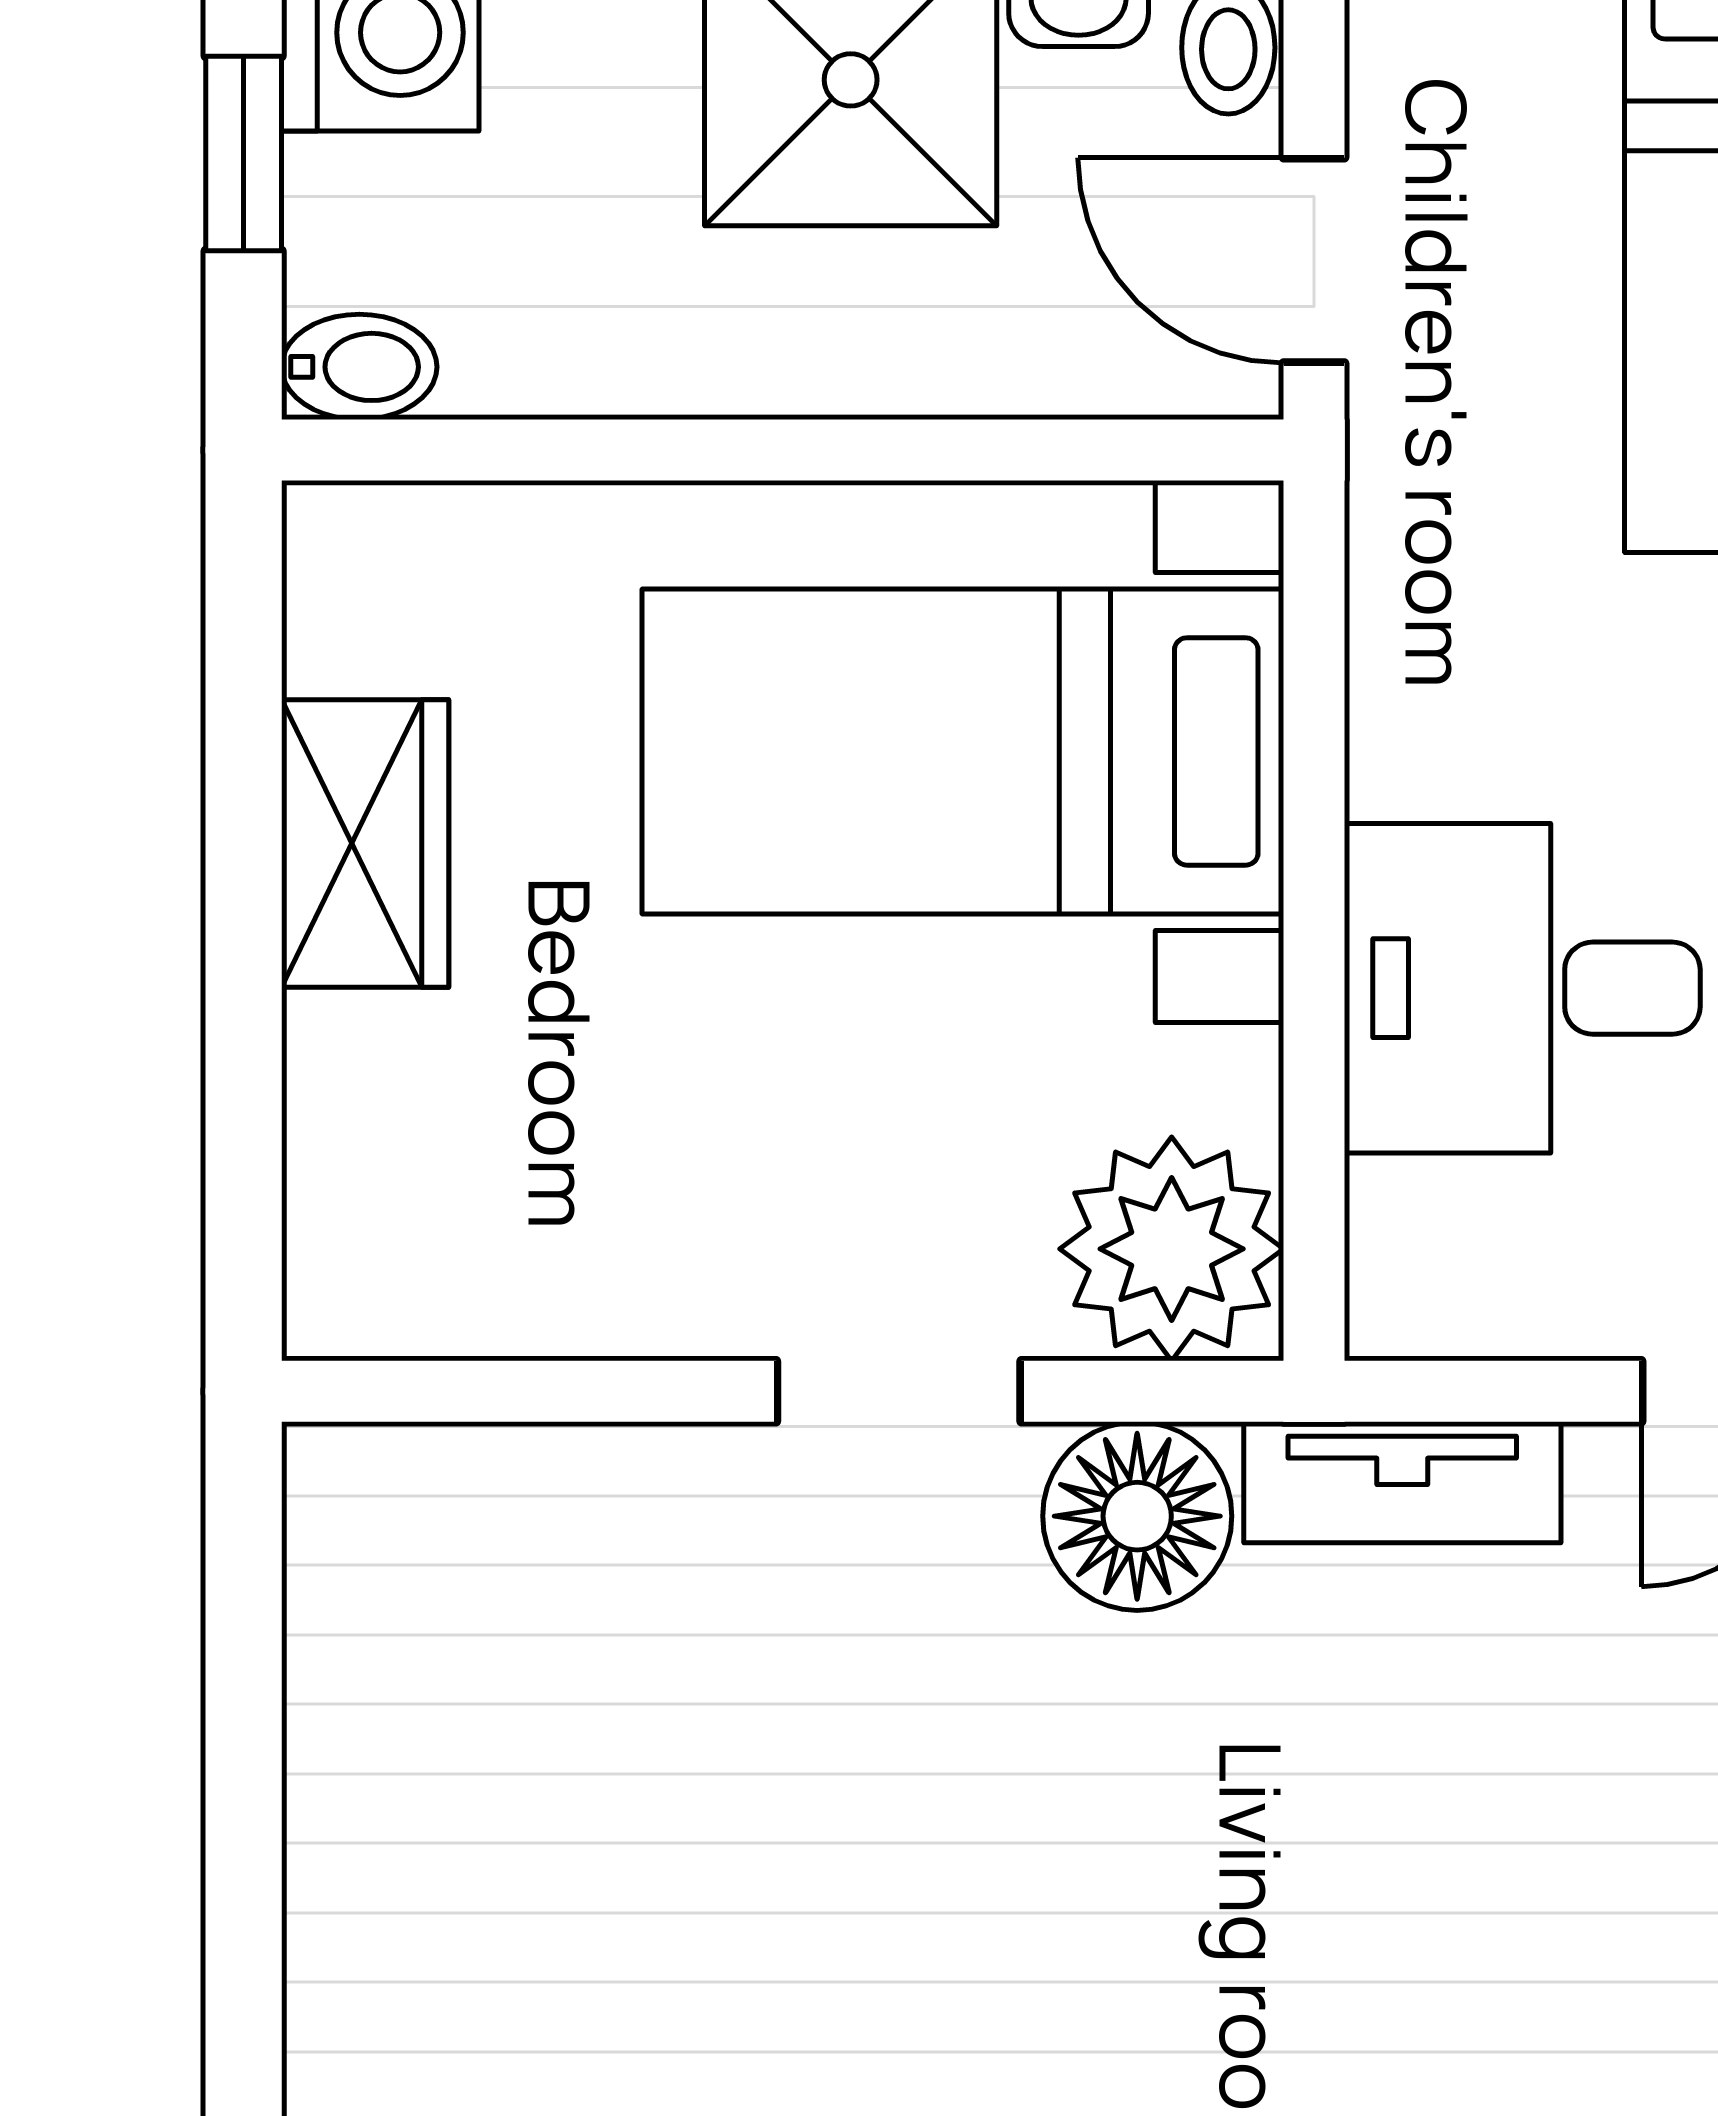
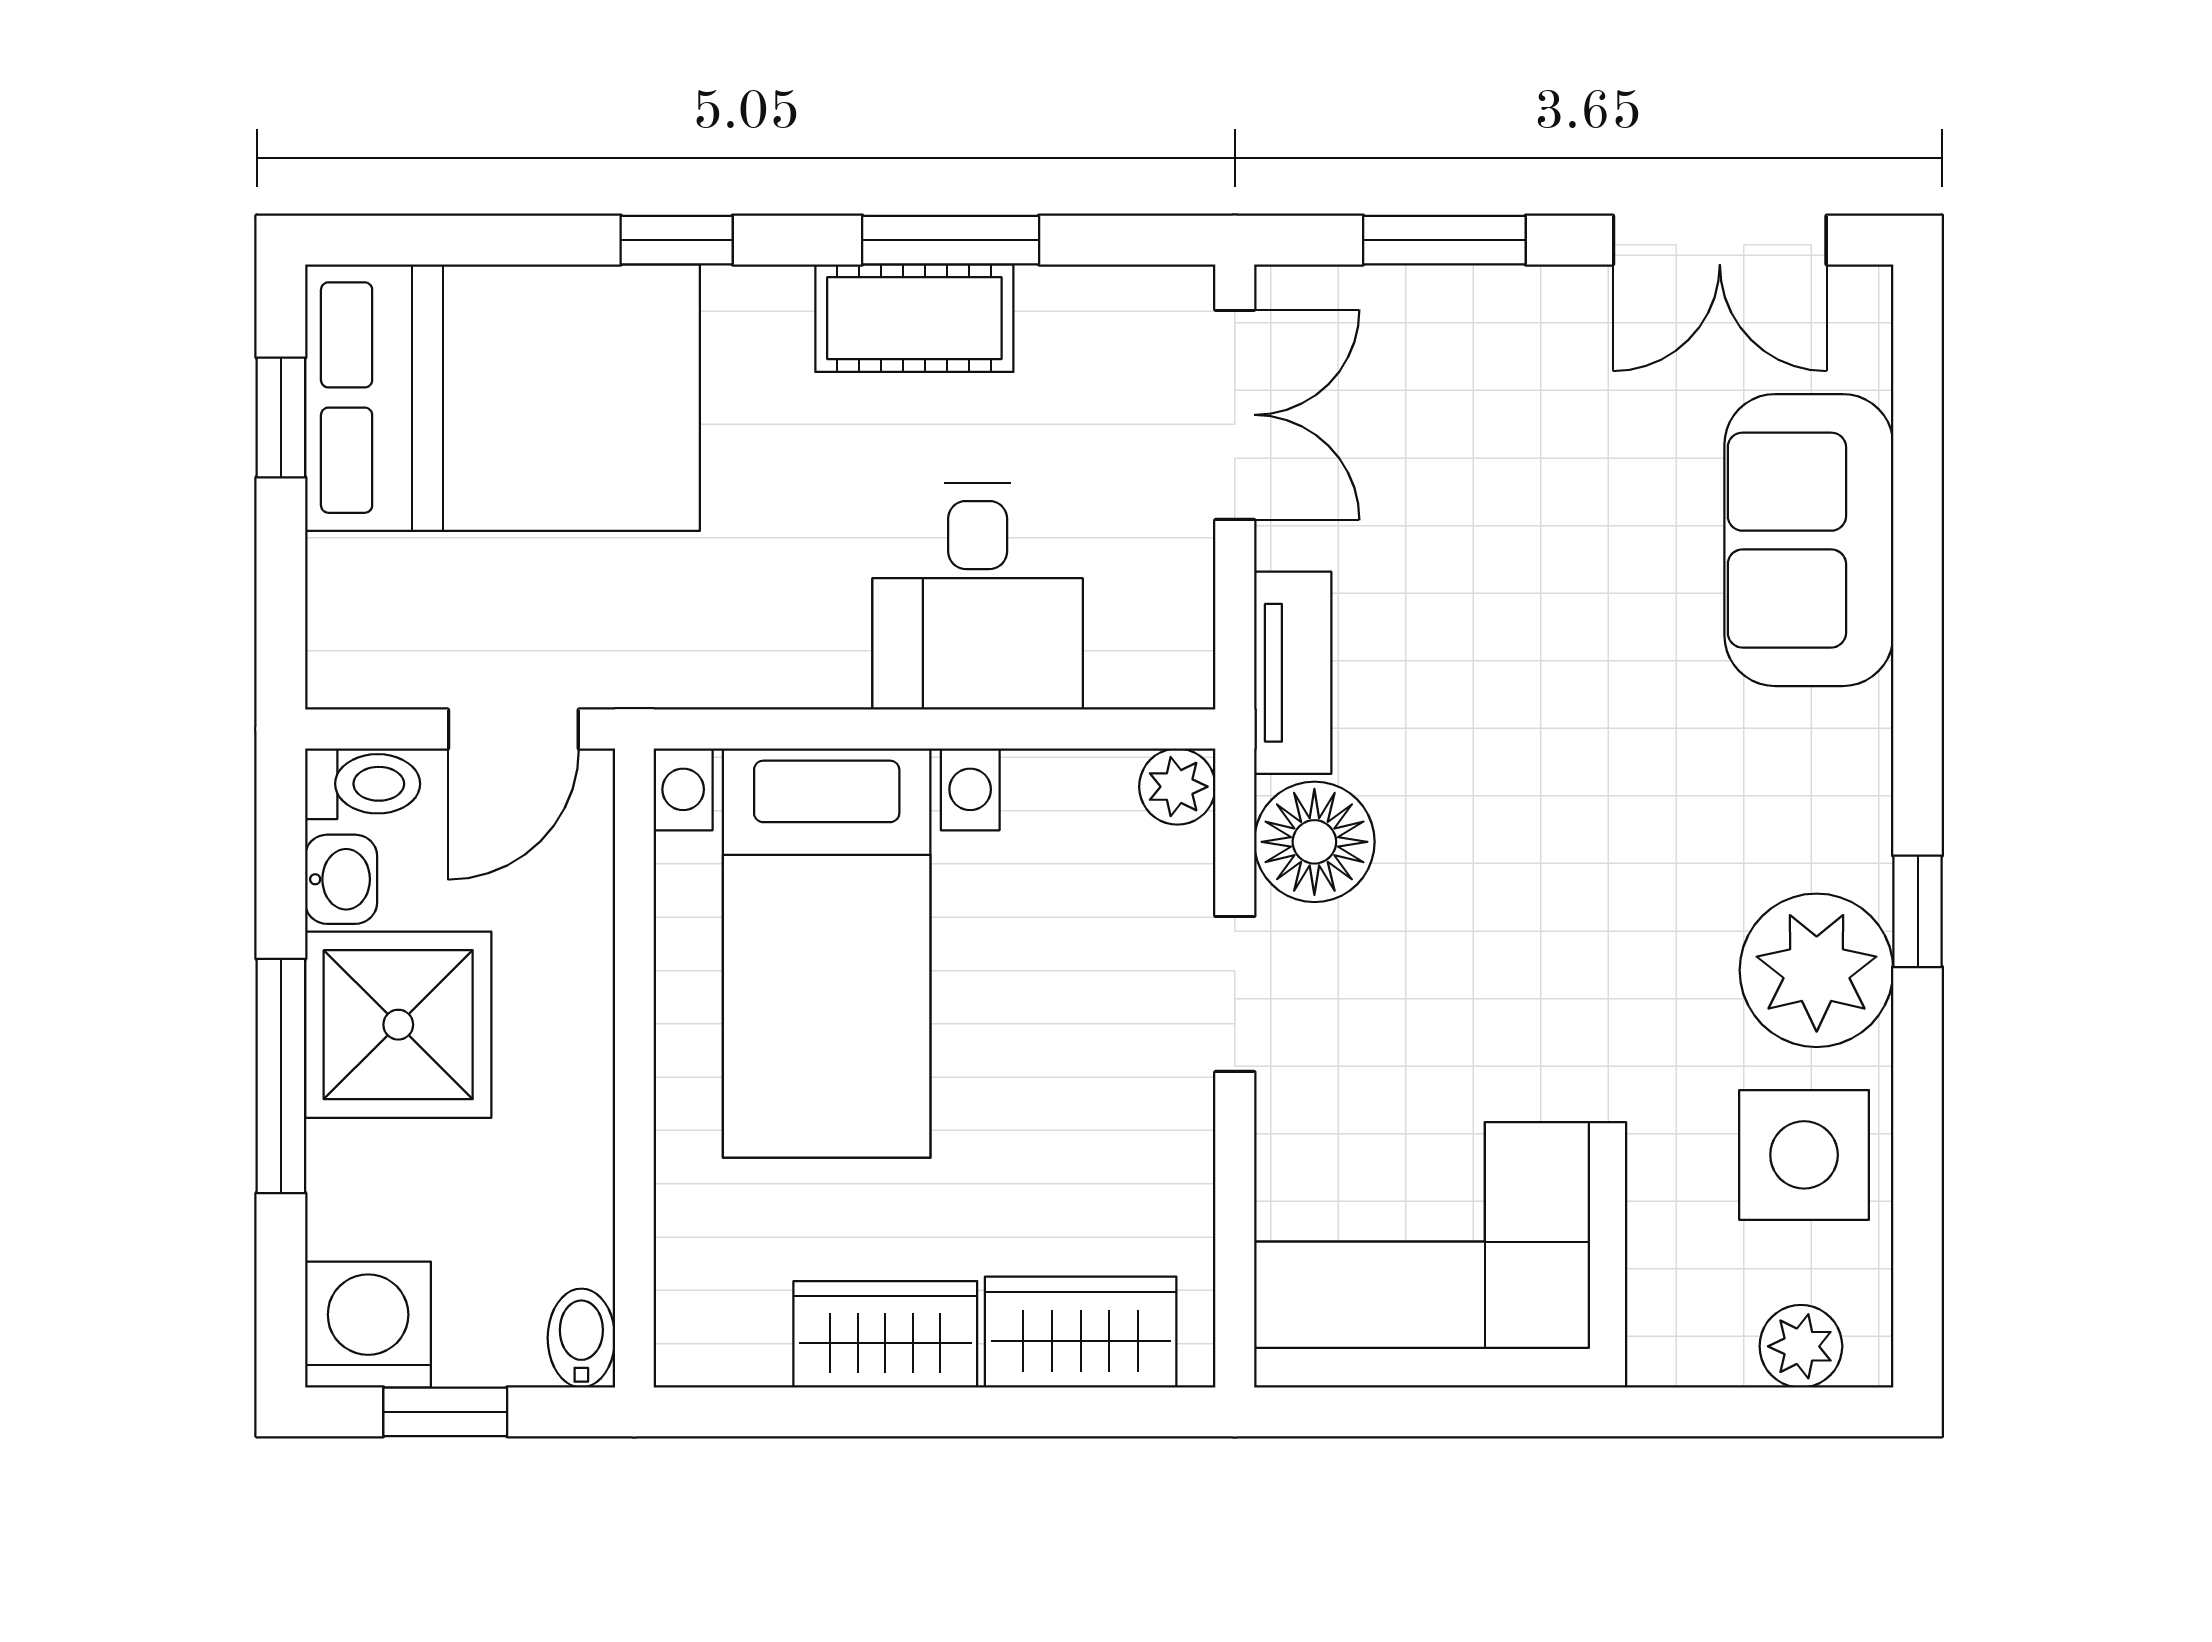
wardrobe: (369, 1150) -> (1081, 1332), added
plant: (1172, 1249) -> (1177, 787), width x0.53, depth x0.53
corner sofa: (490, 1713) -> (1440, 1255), added

